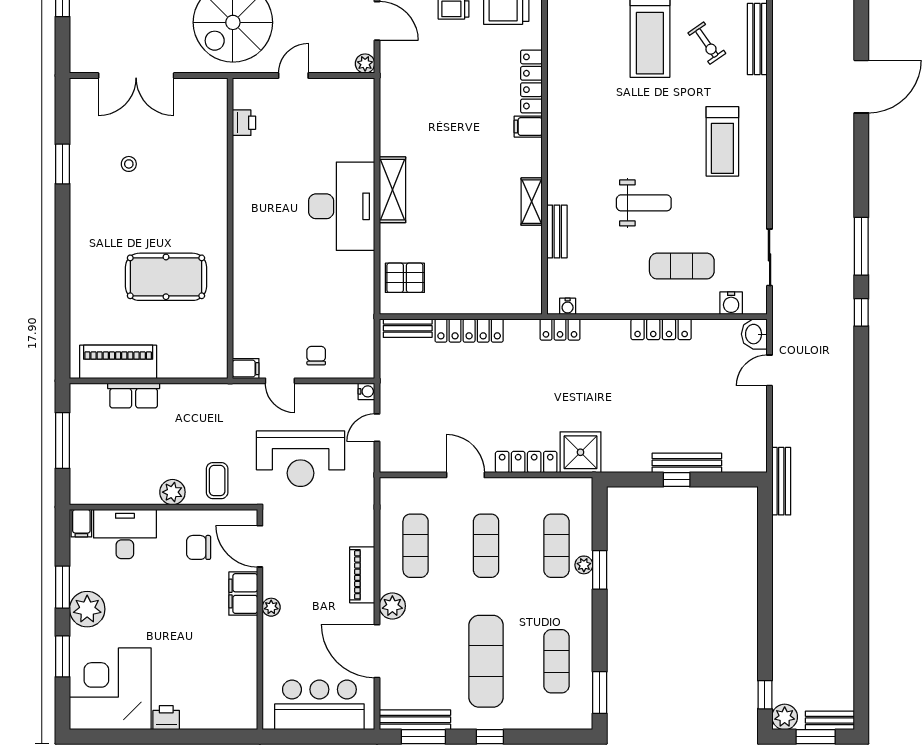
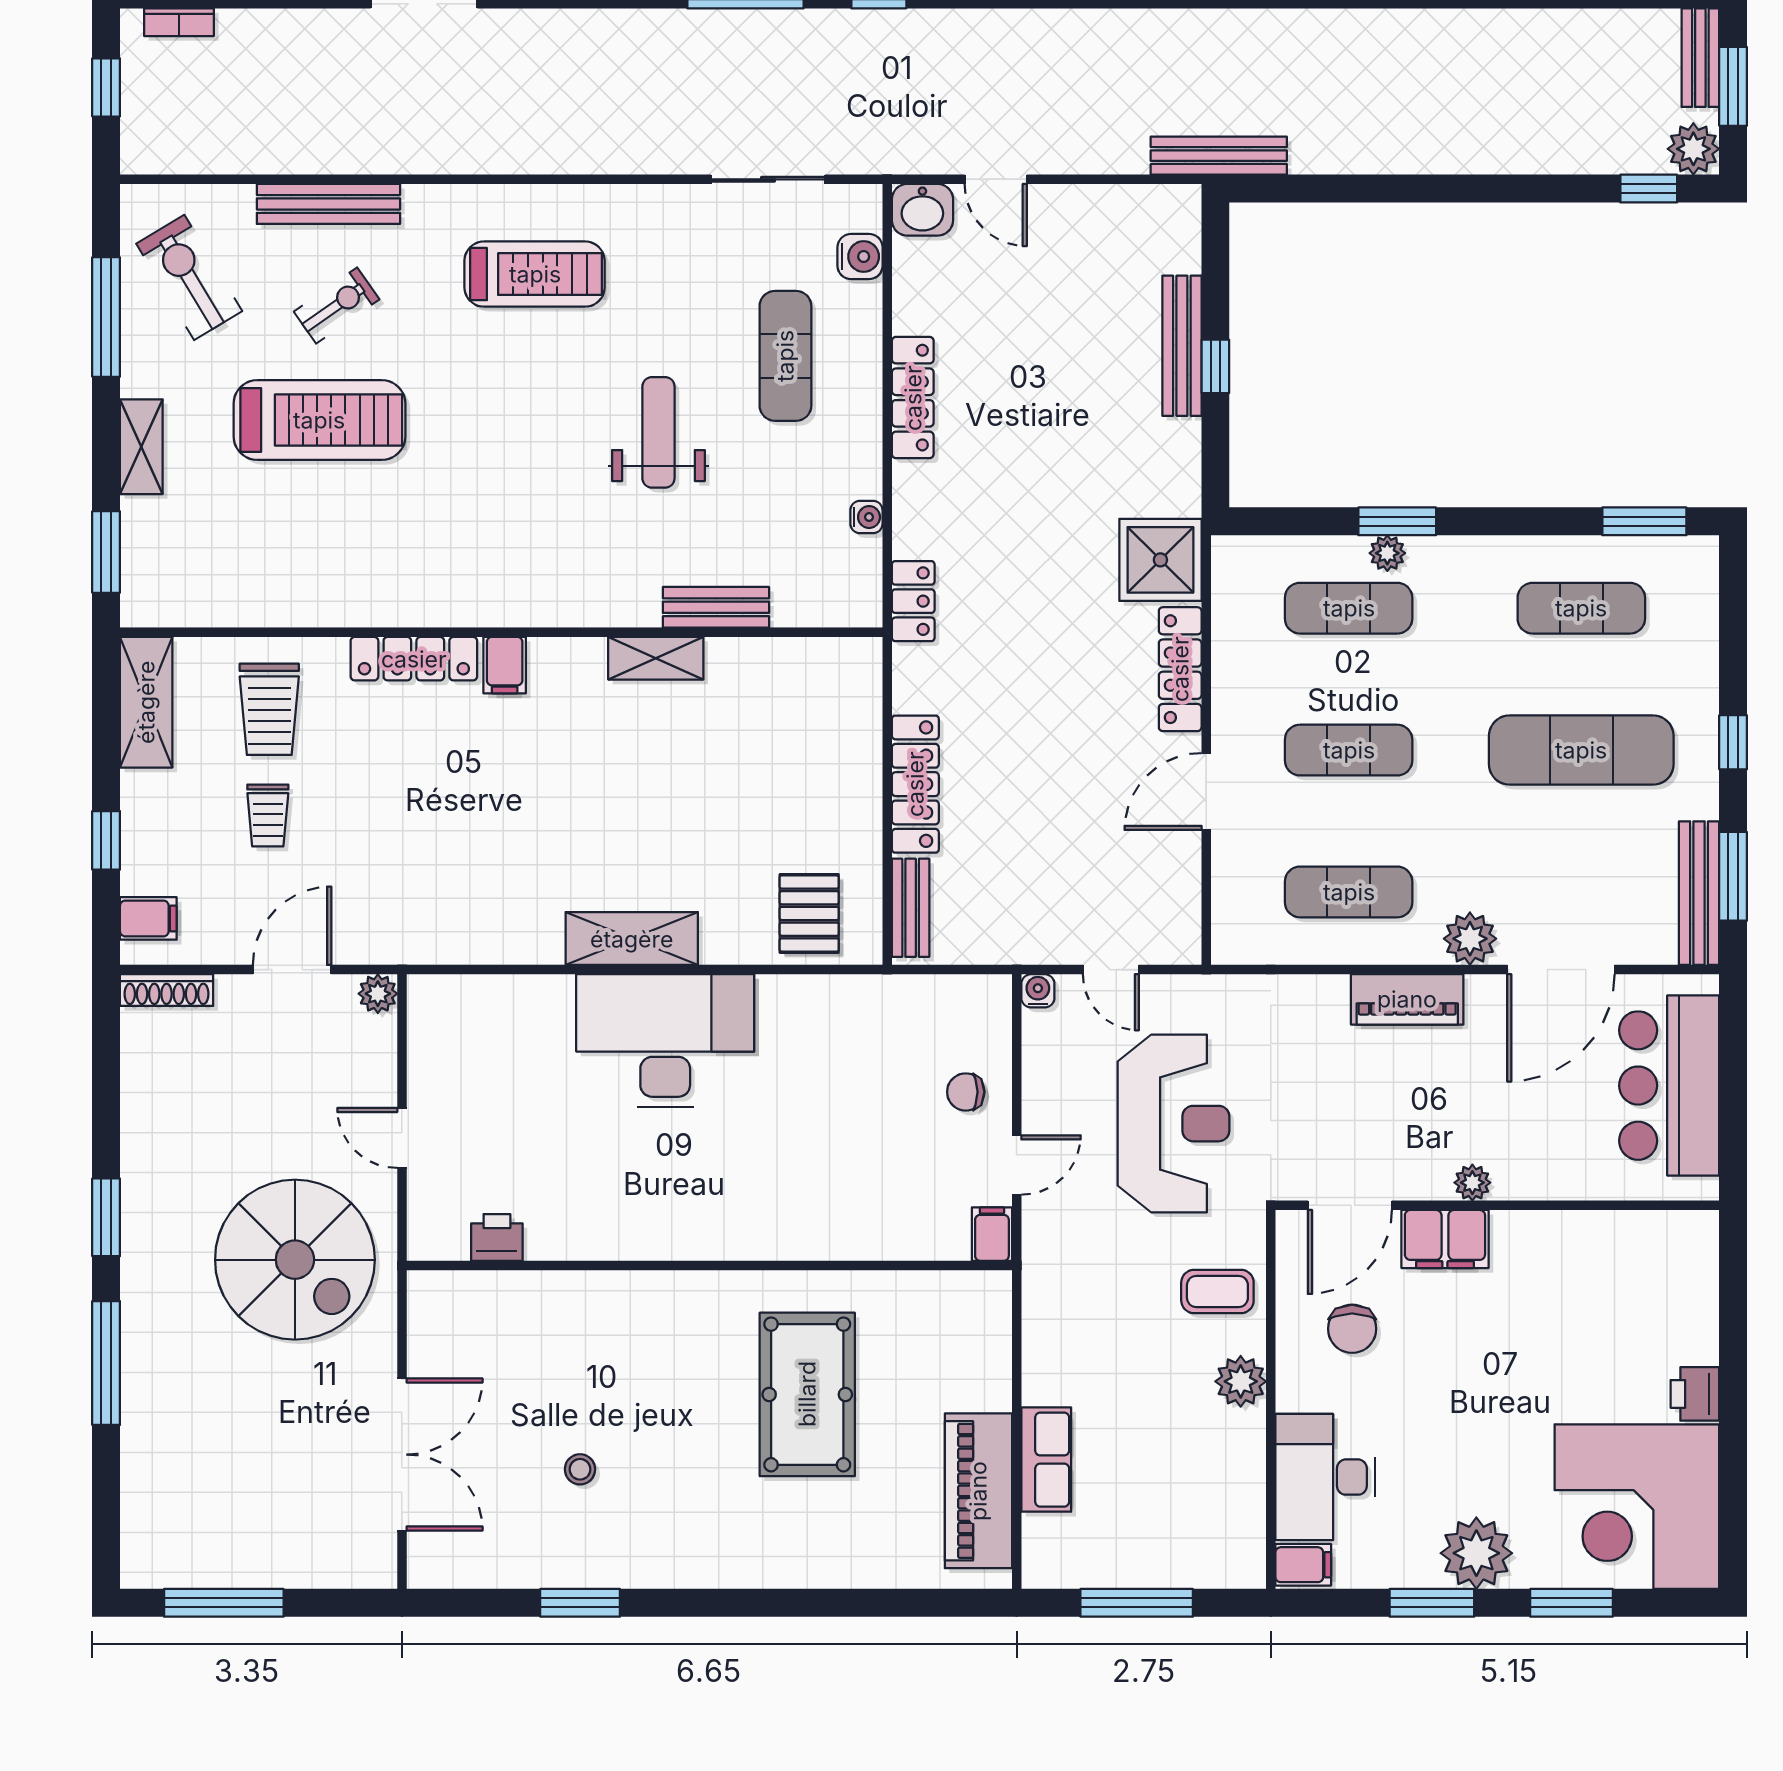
water cooler: (568, 306) -> (866, 517), moved

